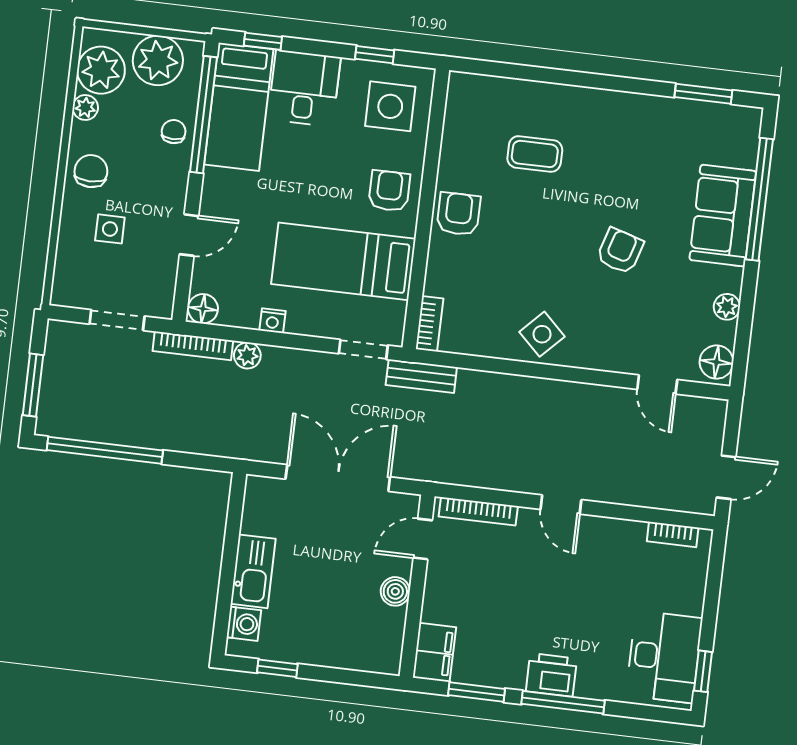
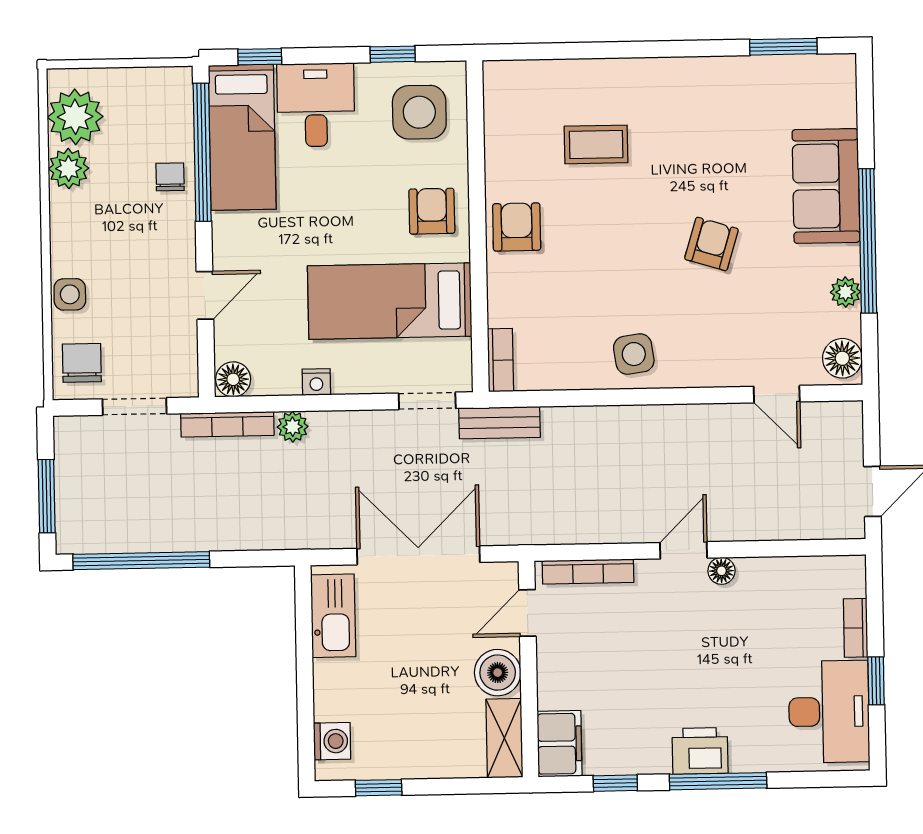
plant: (158, 60) -> (140, 96), removed
plant: (85, 107) -> (69, 168), width x1.38, depth x1.38
chair: (91, 171) -> (82, 363), moved
window: (759, 199) -> (868, 241), moved
side table: (110, 229) -> (70, 294), moved
side table: (542, 334) -> (634, 354), turned 38
door: (561, 505) -> (684, 550), swing flipped
floor lamp: (590, 526) -> (721, 571), added
bookcase: (673, 534) -> (856, 628), moved, turned 90
kitchen sink: (253, 571) -> (333, 616), moved
boiler: (395, 591) -> (498, 673), width x1.36, depth x1.36
shelving: (389, 641) -> (504, 738), added
window: (703, 671) -> (876, 681), moved
window: (477, 692) -> (615, 783), width x0.67

